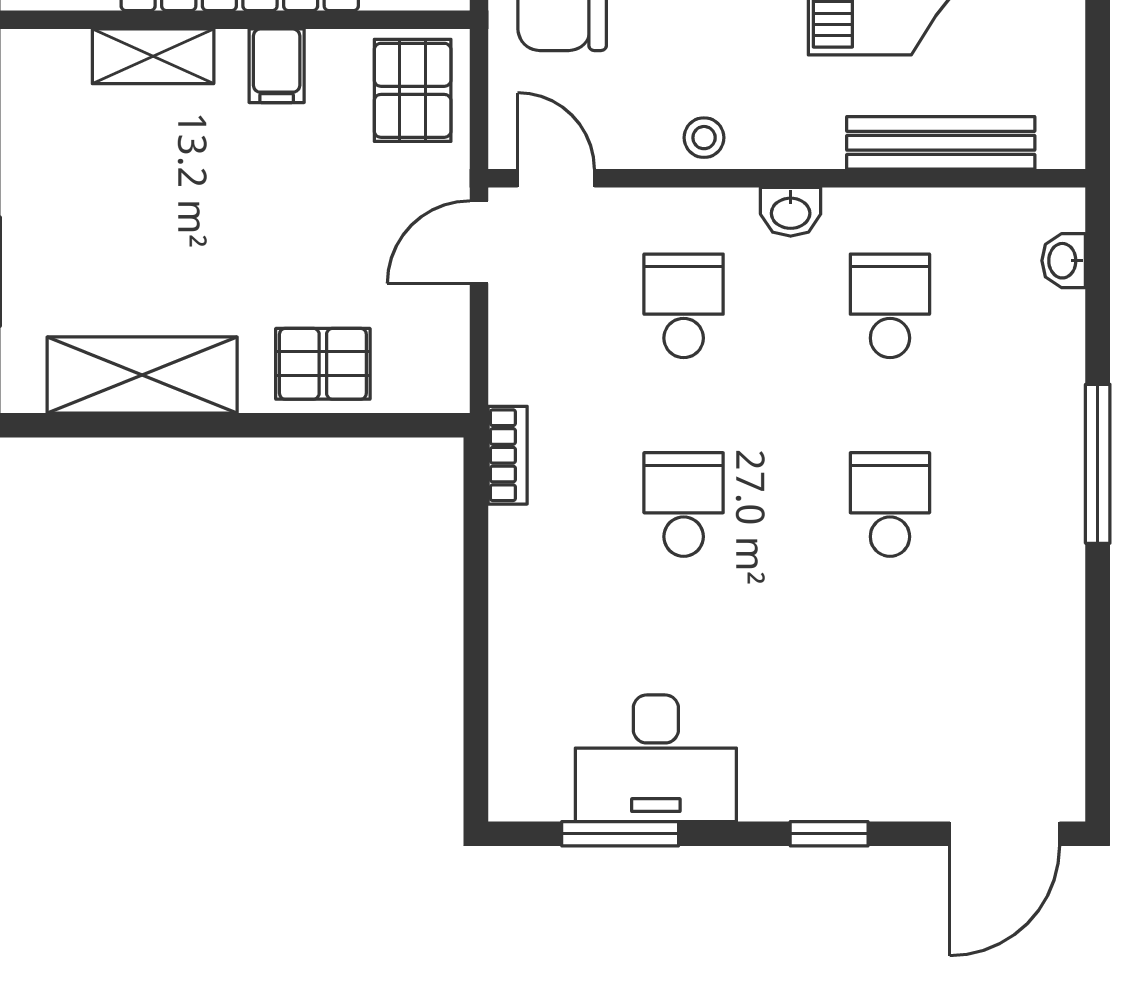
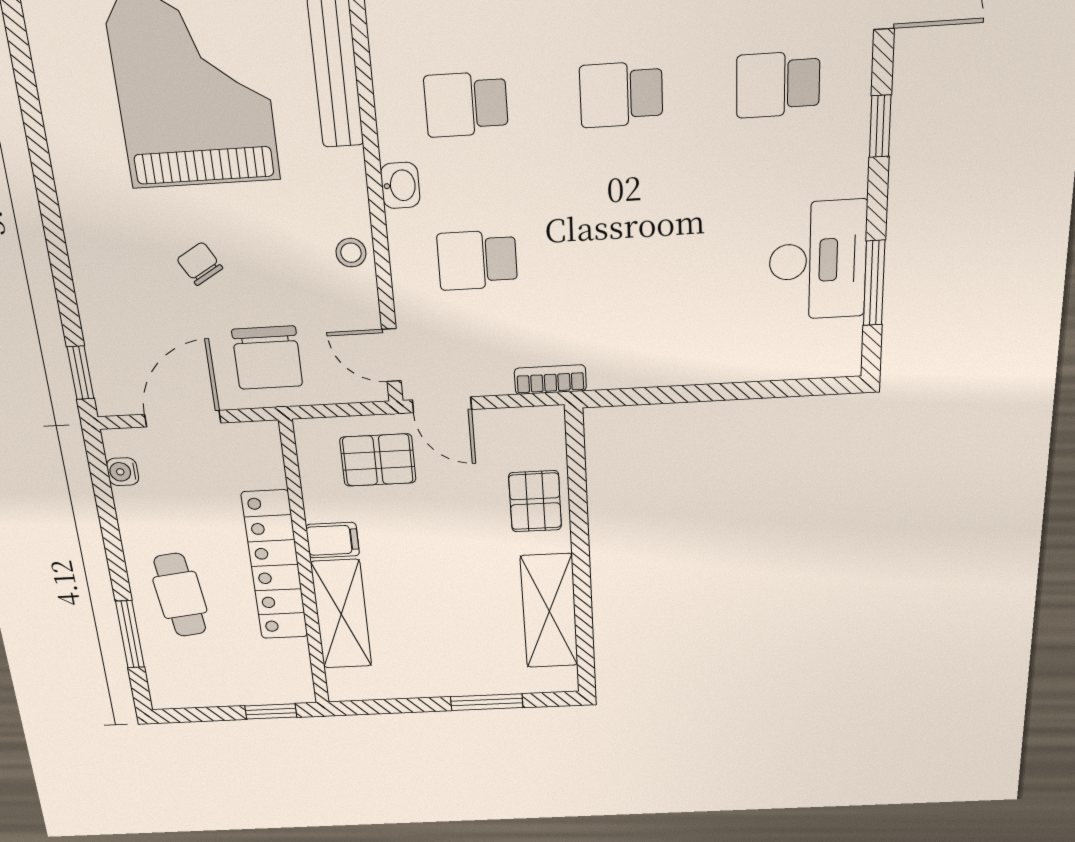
shelving: (153, 56) -> (341, 614), width x1.50, depth x1.33
pallet: (413, 90) -> (378, 460), moved
door: (556, 178) -> (391, 355), hinge flipped
bookcase: (508, 455) -> (550, 380), moved
school desk: (684, 504) -> (778, 84), moved

